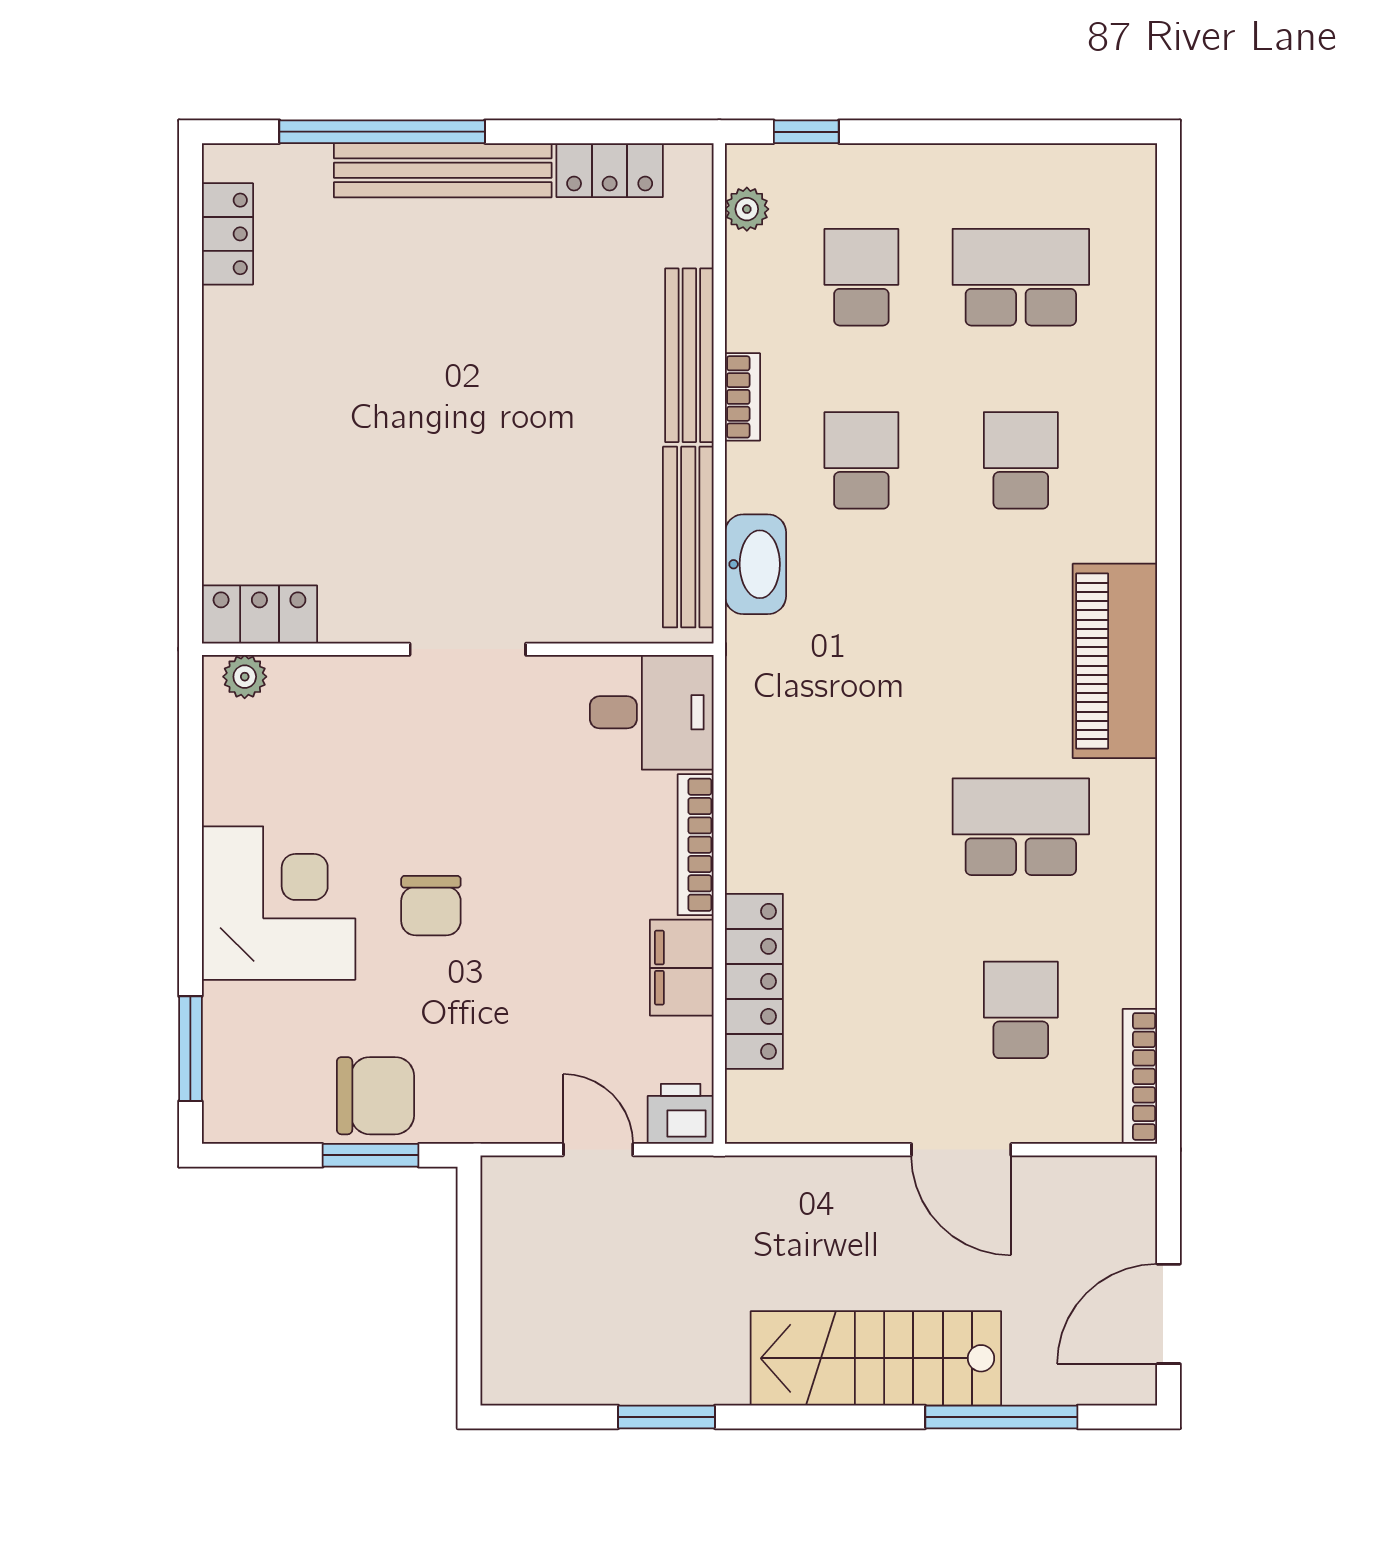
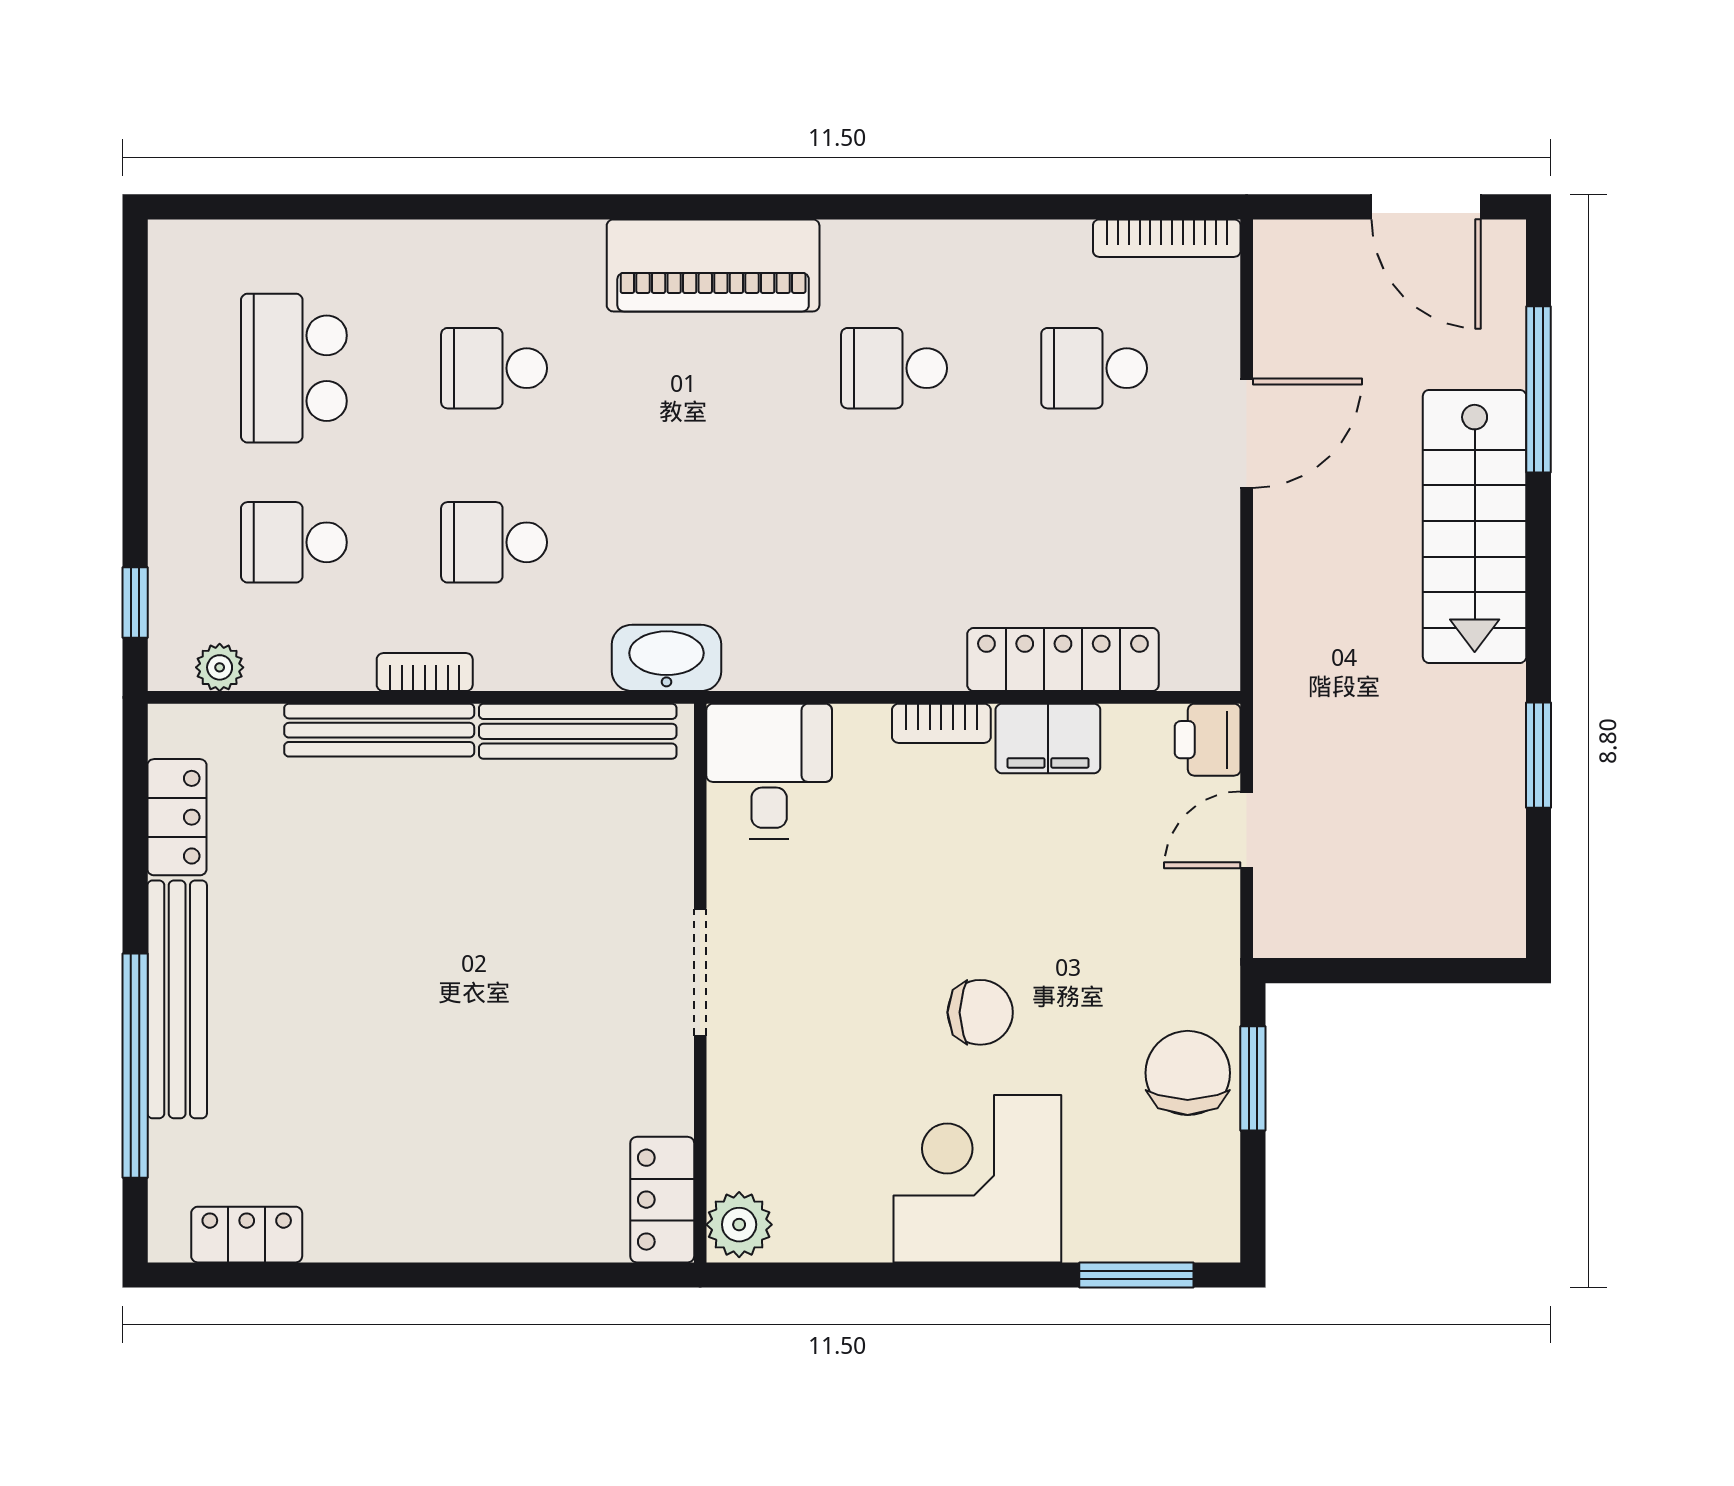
washbasin: (756, 564) -> (666, 658), moved
plant: (245, 677) -> (739, 1225), width x1.38, depth x1.38
school desk: (1021, 827) -> (894, 368), width x0.54
bookcase: (696, 845) -> (941, 723), width x0.64

